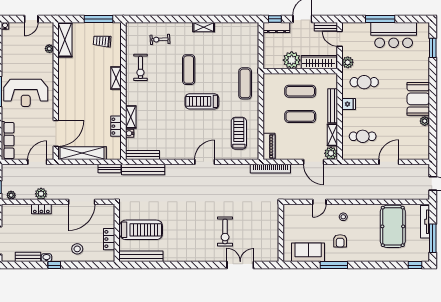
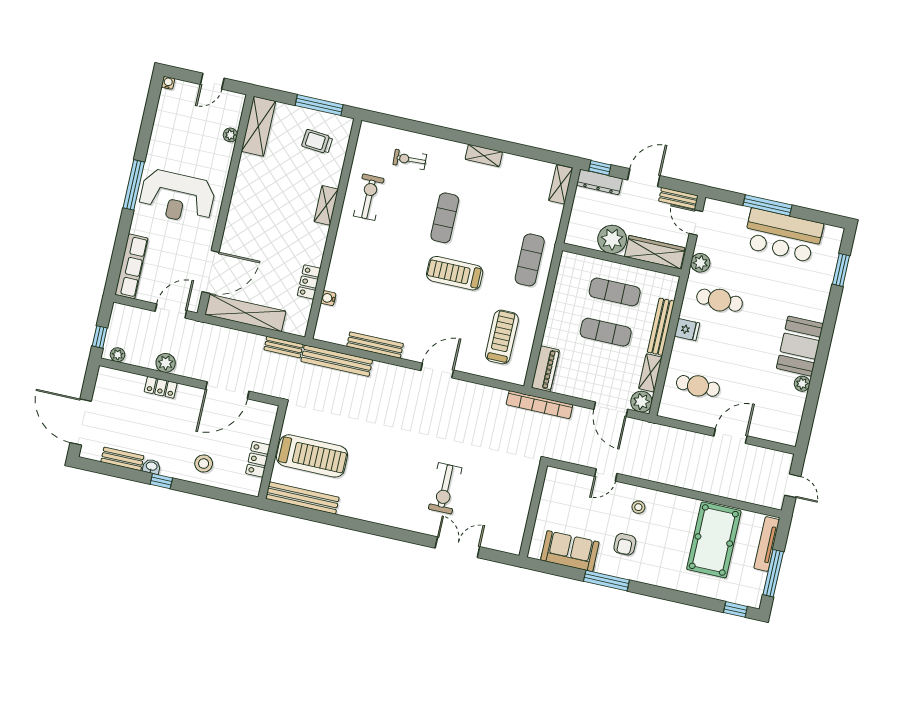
exercise bike: (140, 67) -> (369, 197), turned 180
shelving: (131, 117) -> (561, 184), moved
bench: (142, 155) -> (375, 345), moved

